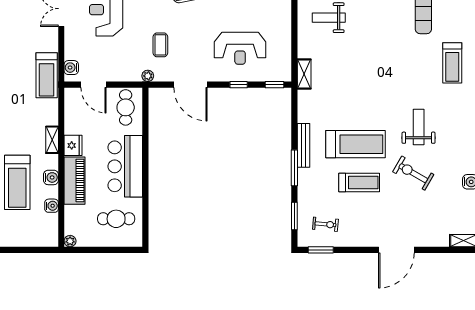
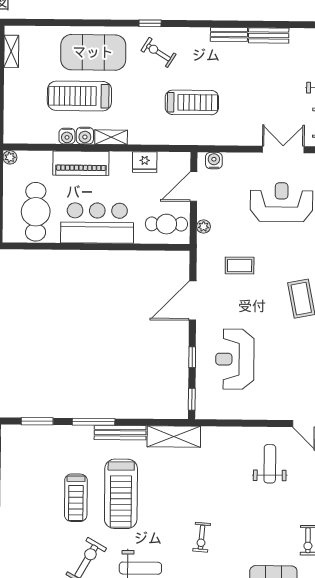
shelving: (304, 74) -> (174, 437), moved, width x1.50, depth x1.33
treadmill: (47, 75) -> (192, 102), moved, turned 180
plant: (148, 76) -> (204, 227), moved
shelving: (52, 140) -> (111, 137), moved
fridge: (73, 145) -> (145, 162), moved
water cooler: (52, 206) -> (67, 136), moved
cafe table: (116, 219) -> (36, 212), width x1.37, depth x1.35
exercise bike: (325, 224) -> (202, 537), moved

